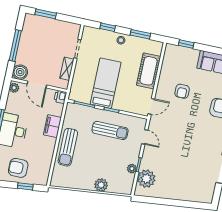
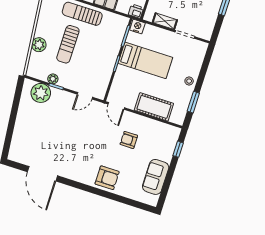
window: (108, 27) -> (204, 68), removed
nightstand: (75, 94) -> (137, 27), added
sun lounger: (110, 130) -> (68, 44), moved

